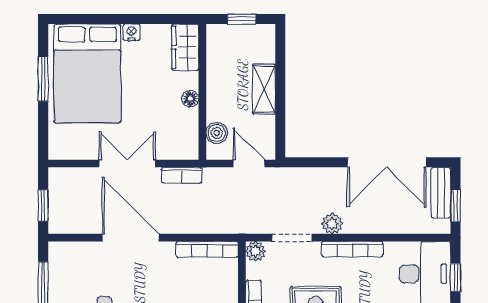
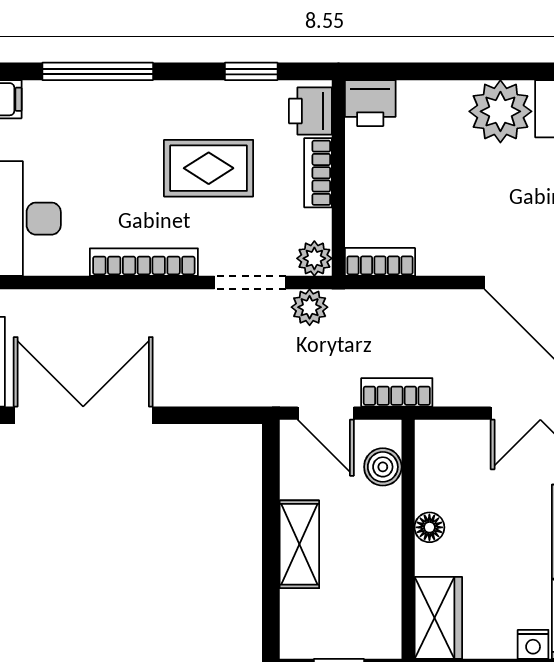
bookcase: (182, 175) -> (397, 392), moved
plant: (332, 224) -> (310, 307), moved
bookcase: (207, 249) -> (380, 262), width x0.64

